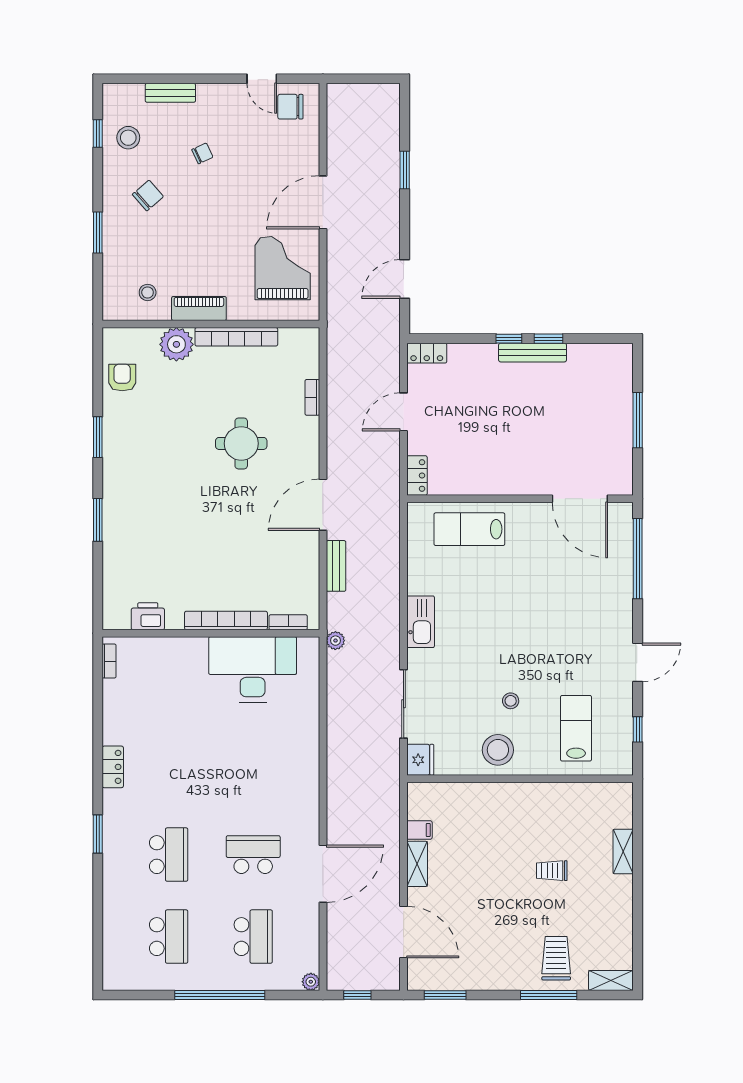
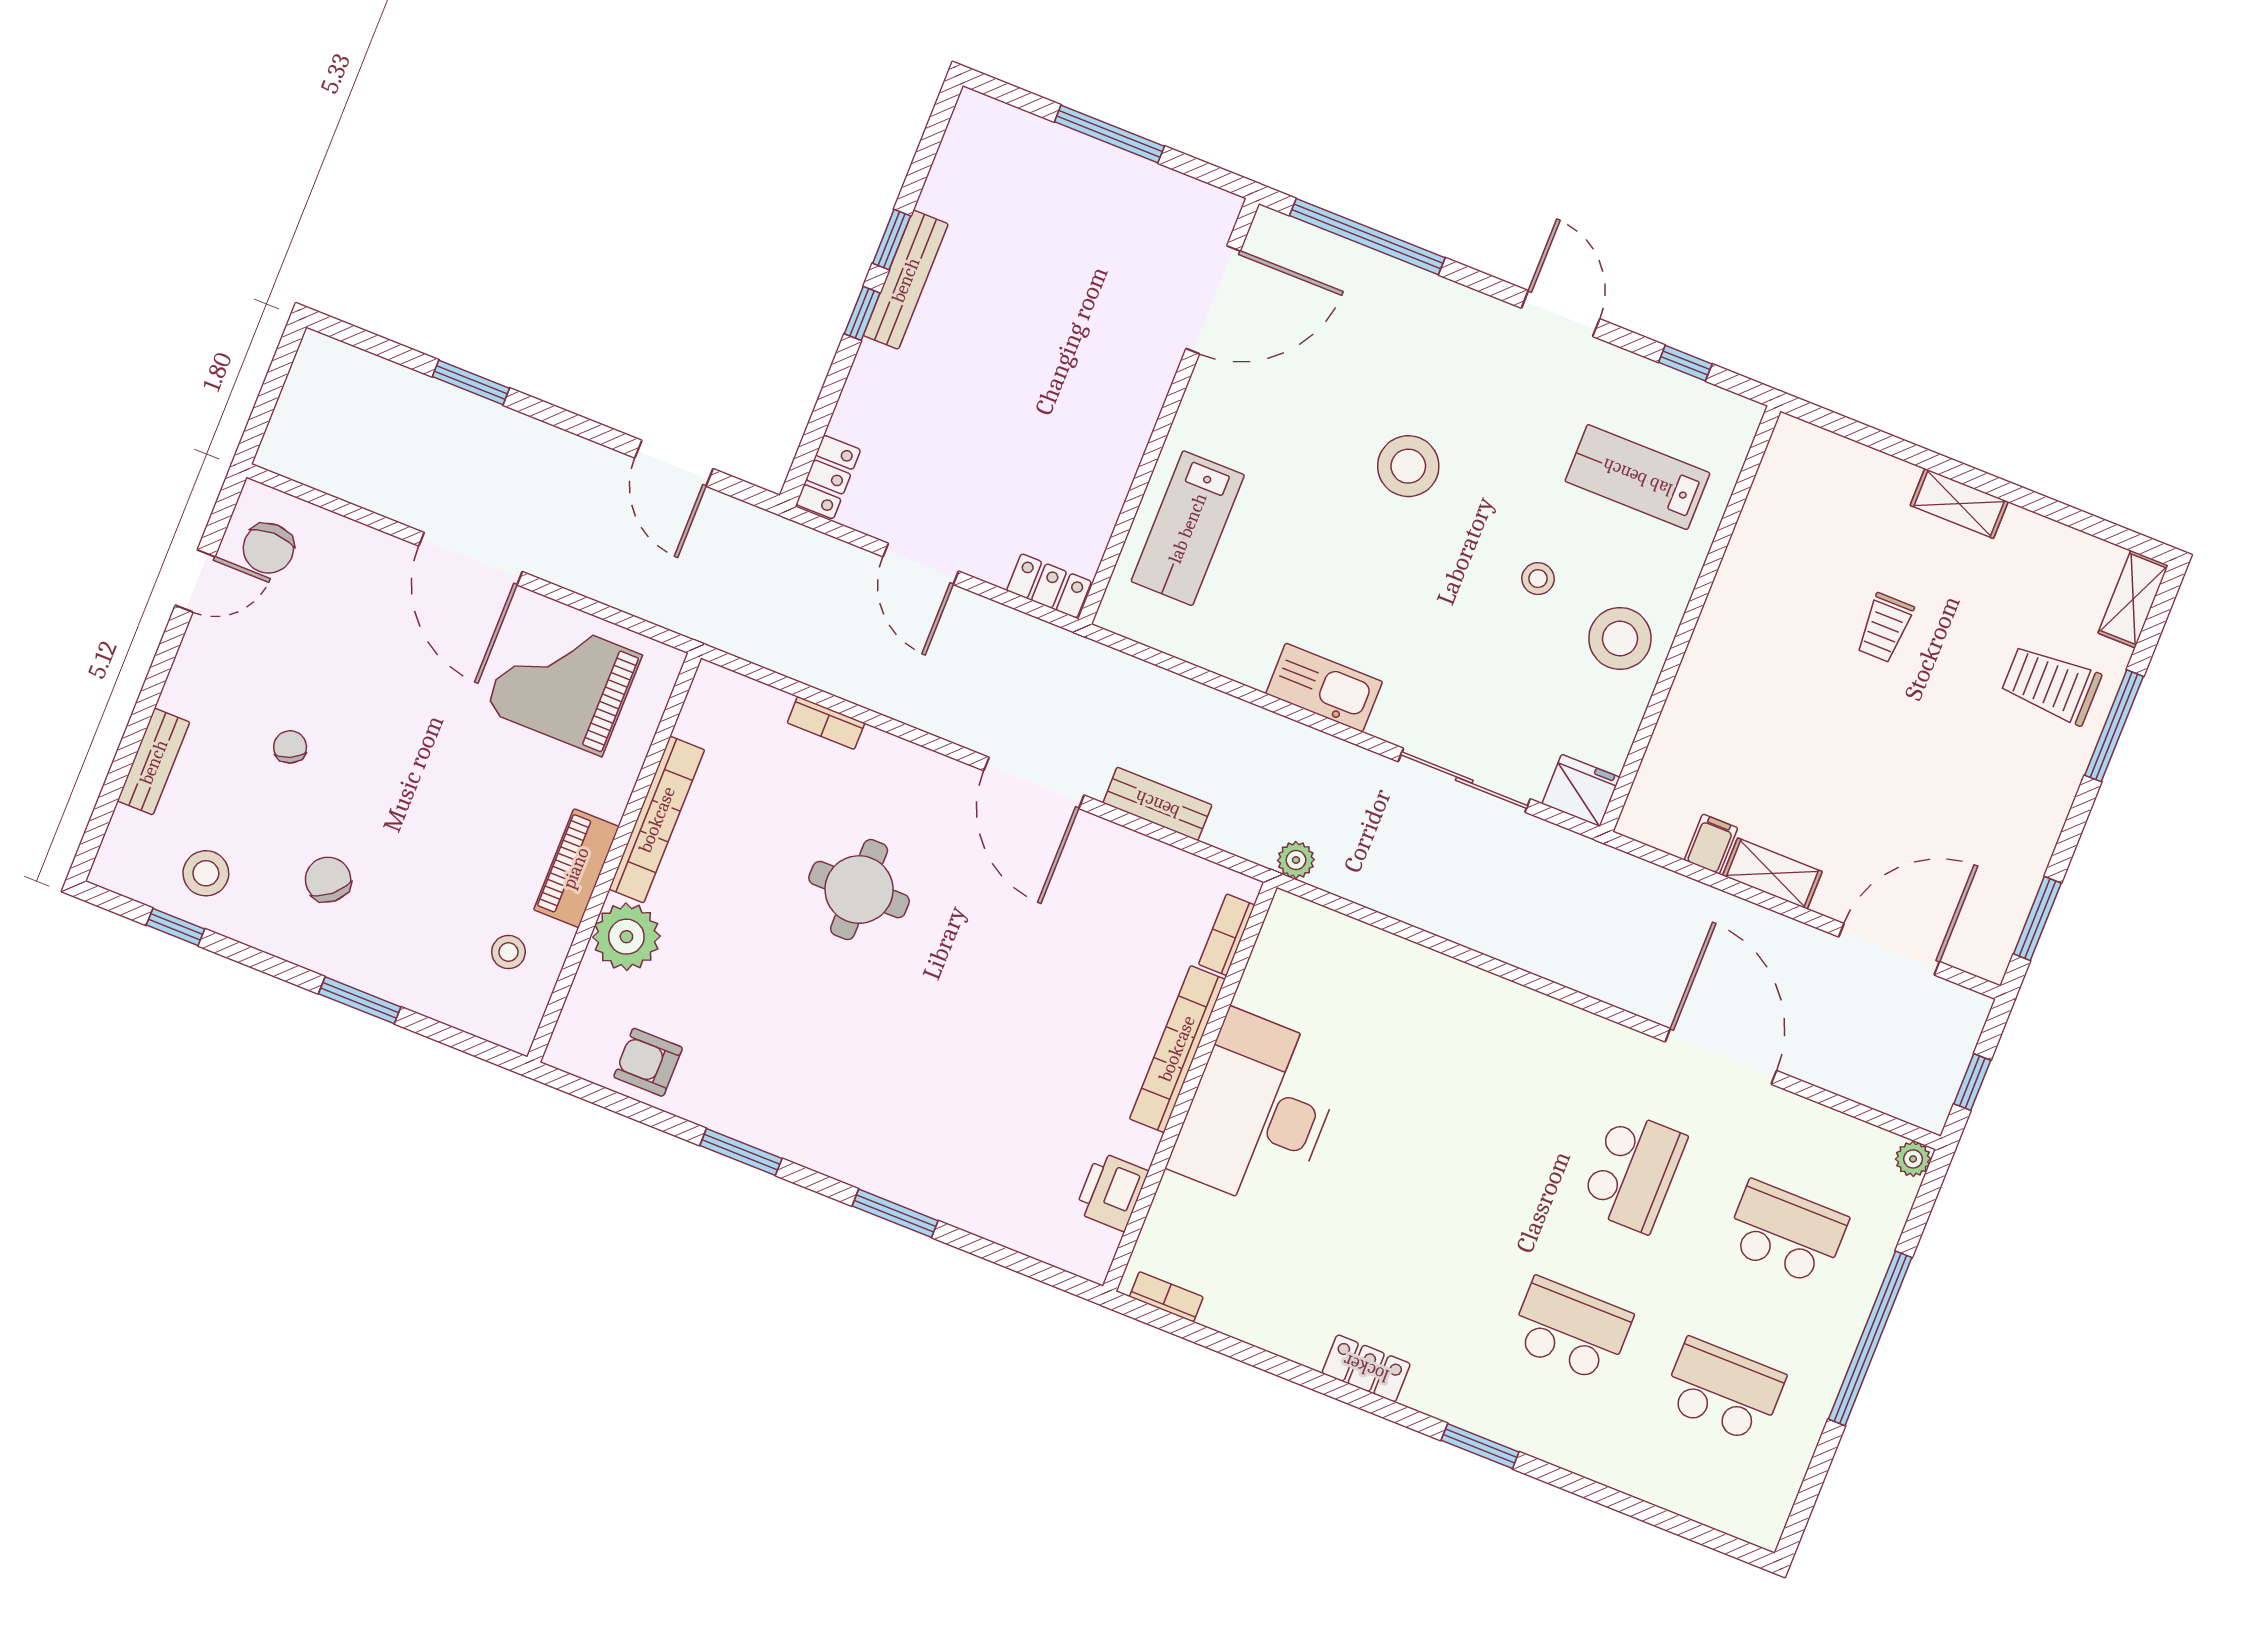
stool: (539, 620) -> (1408, 466), added
desk: (253, 669) -> (1258, 1111), moved
shelving: (623, 851) -> (1959, 503), moved
school desk: (253, 855) -> (1634, 1172), turned 180

